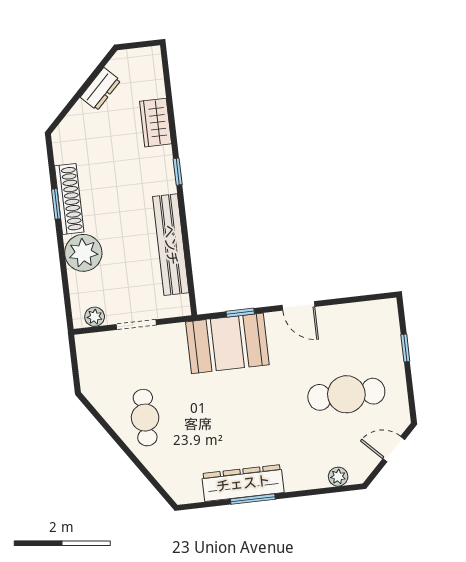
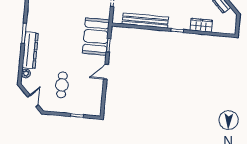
cafe table: (346, 394) -> (62, 85), width x0.73, depth x0.74
dresser: (243, 483) -> (30, 50), moved

